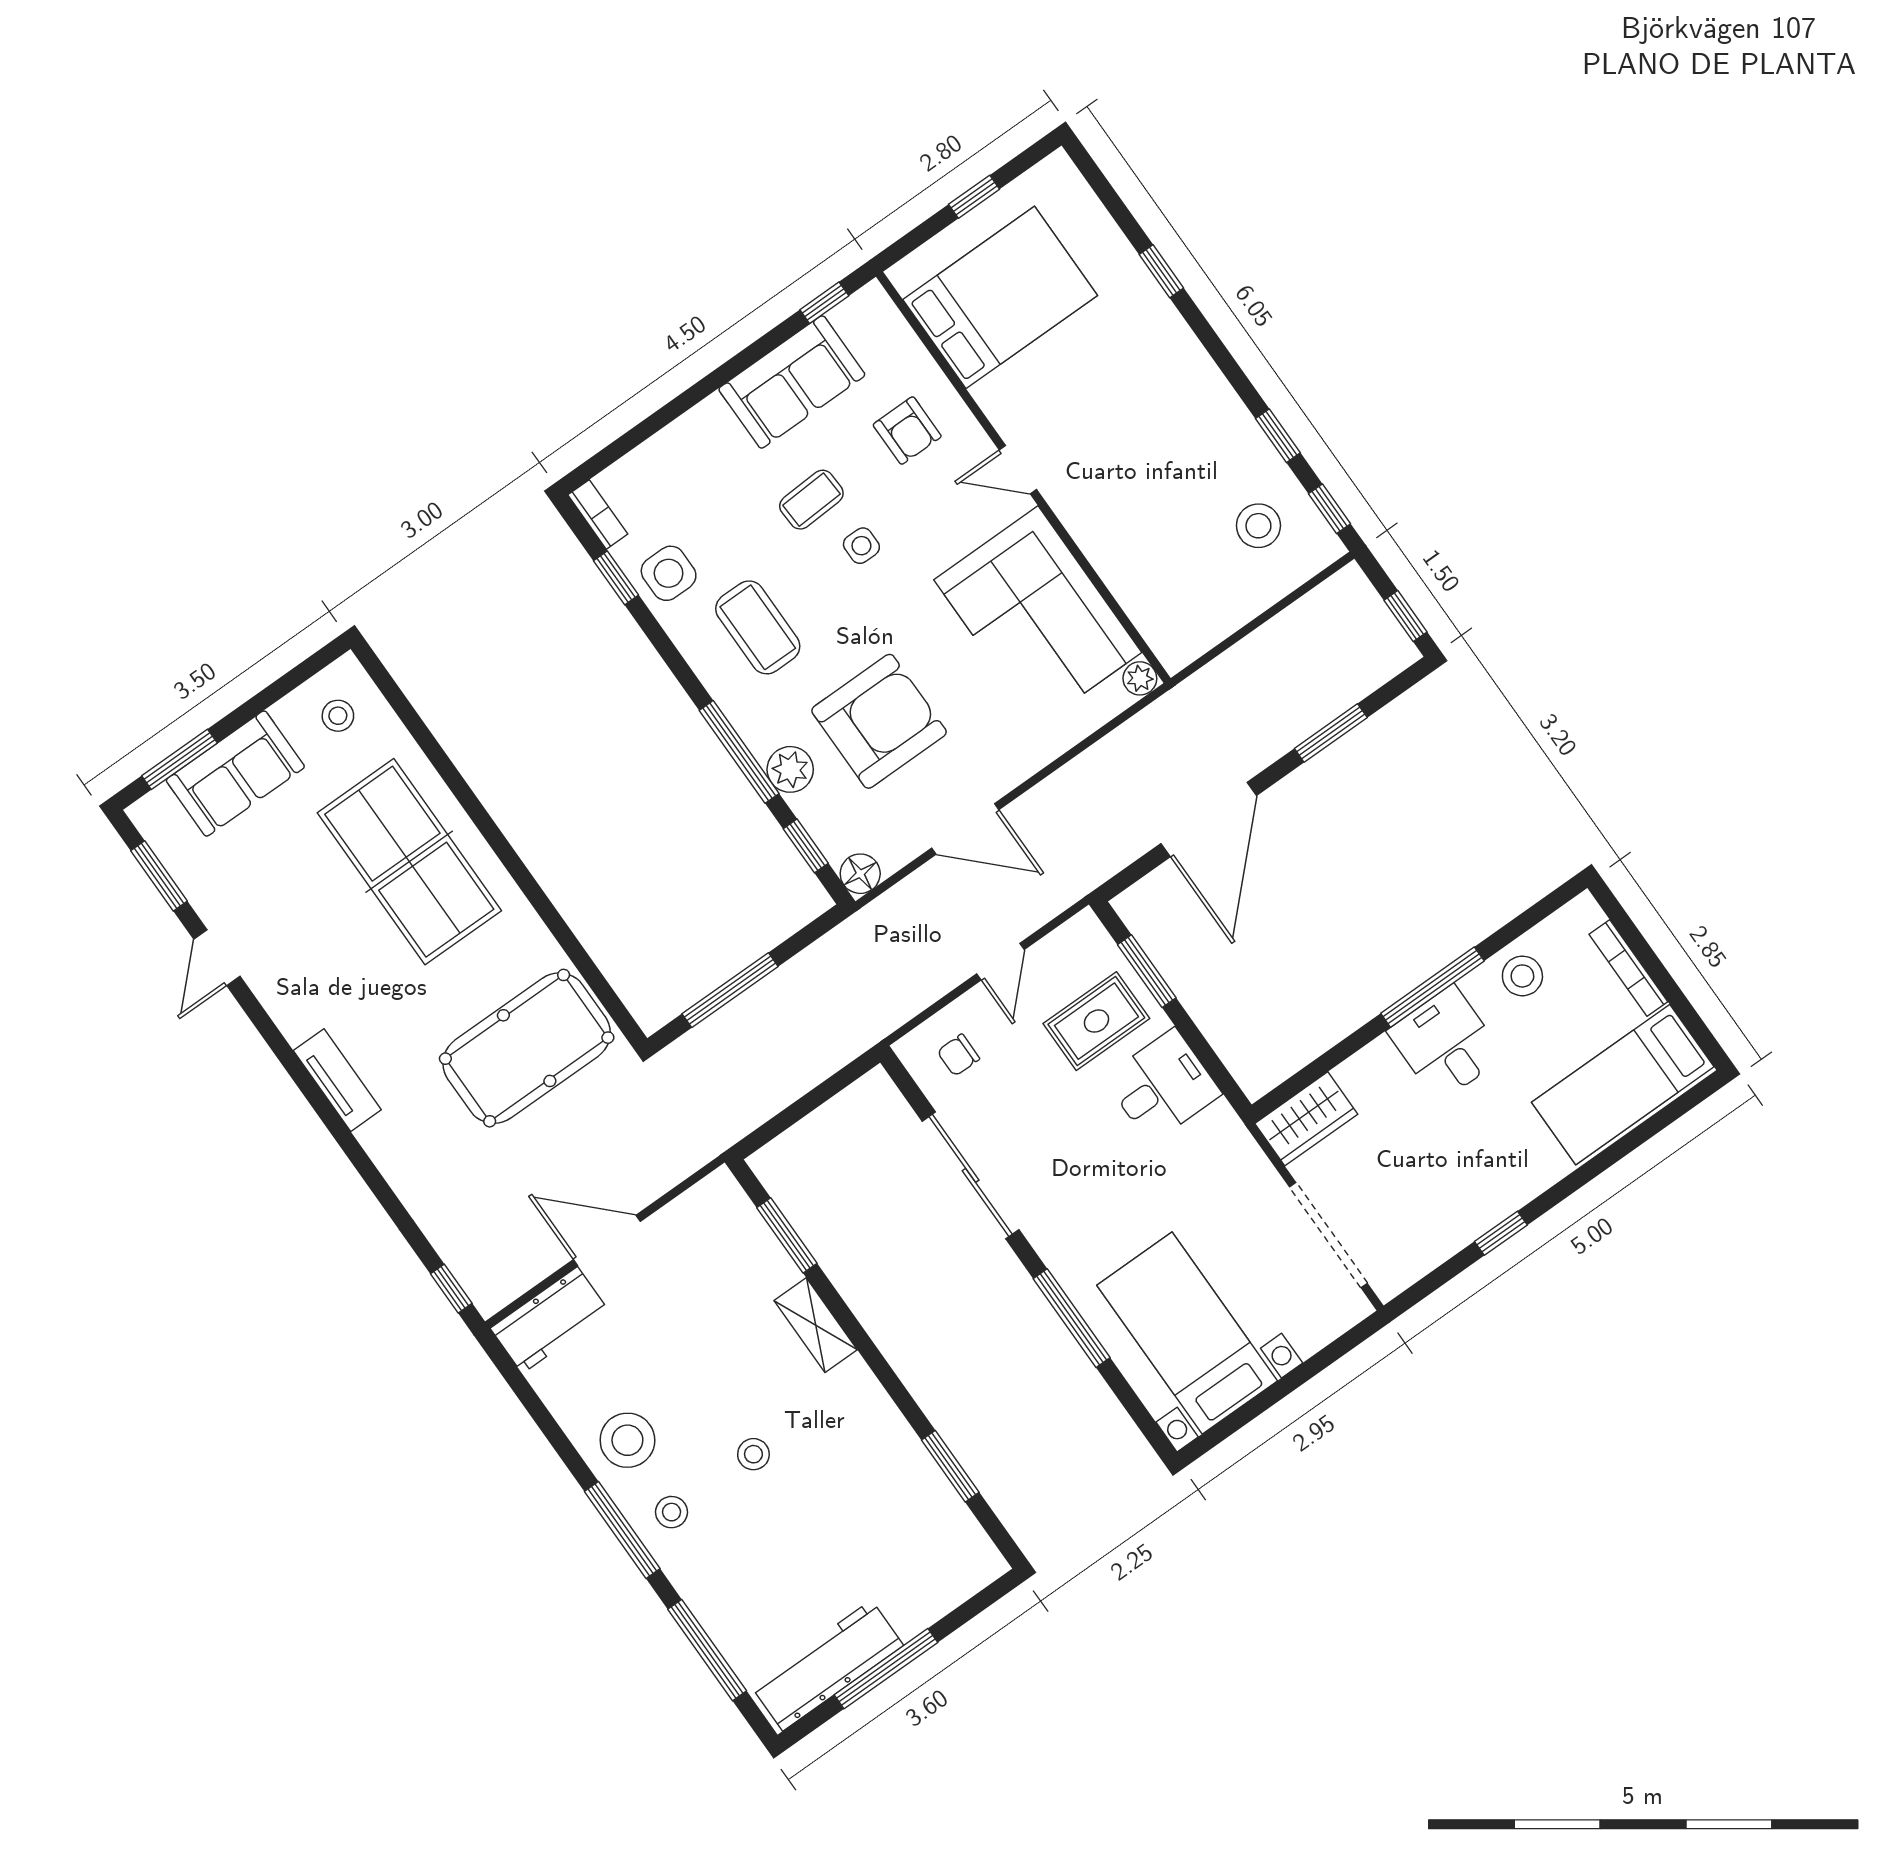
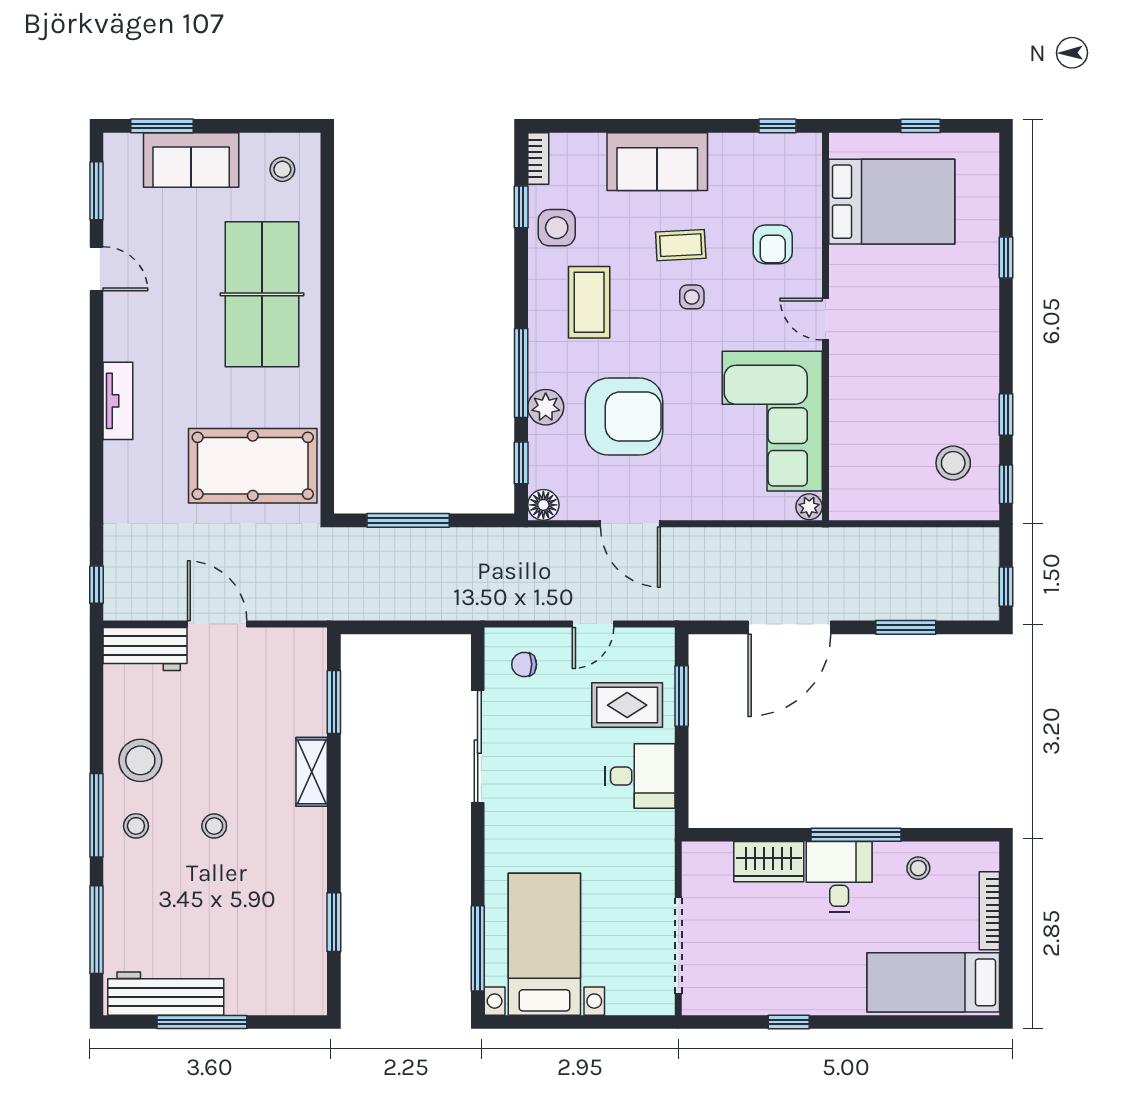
sofa: (792, 382) -> (657, 162), moved
door: (217, 958) -> (97, 269), swing flipped
stool: (1522, 976) -> (918, 868), width x0.73, depth x0.73
wardrobe: (1306, 1119) -> (769, 862), moved
window: (1072, 1318) -> (478, 948), moved

